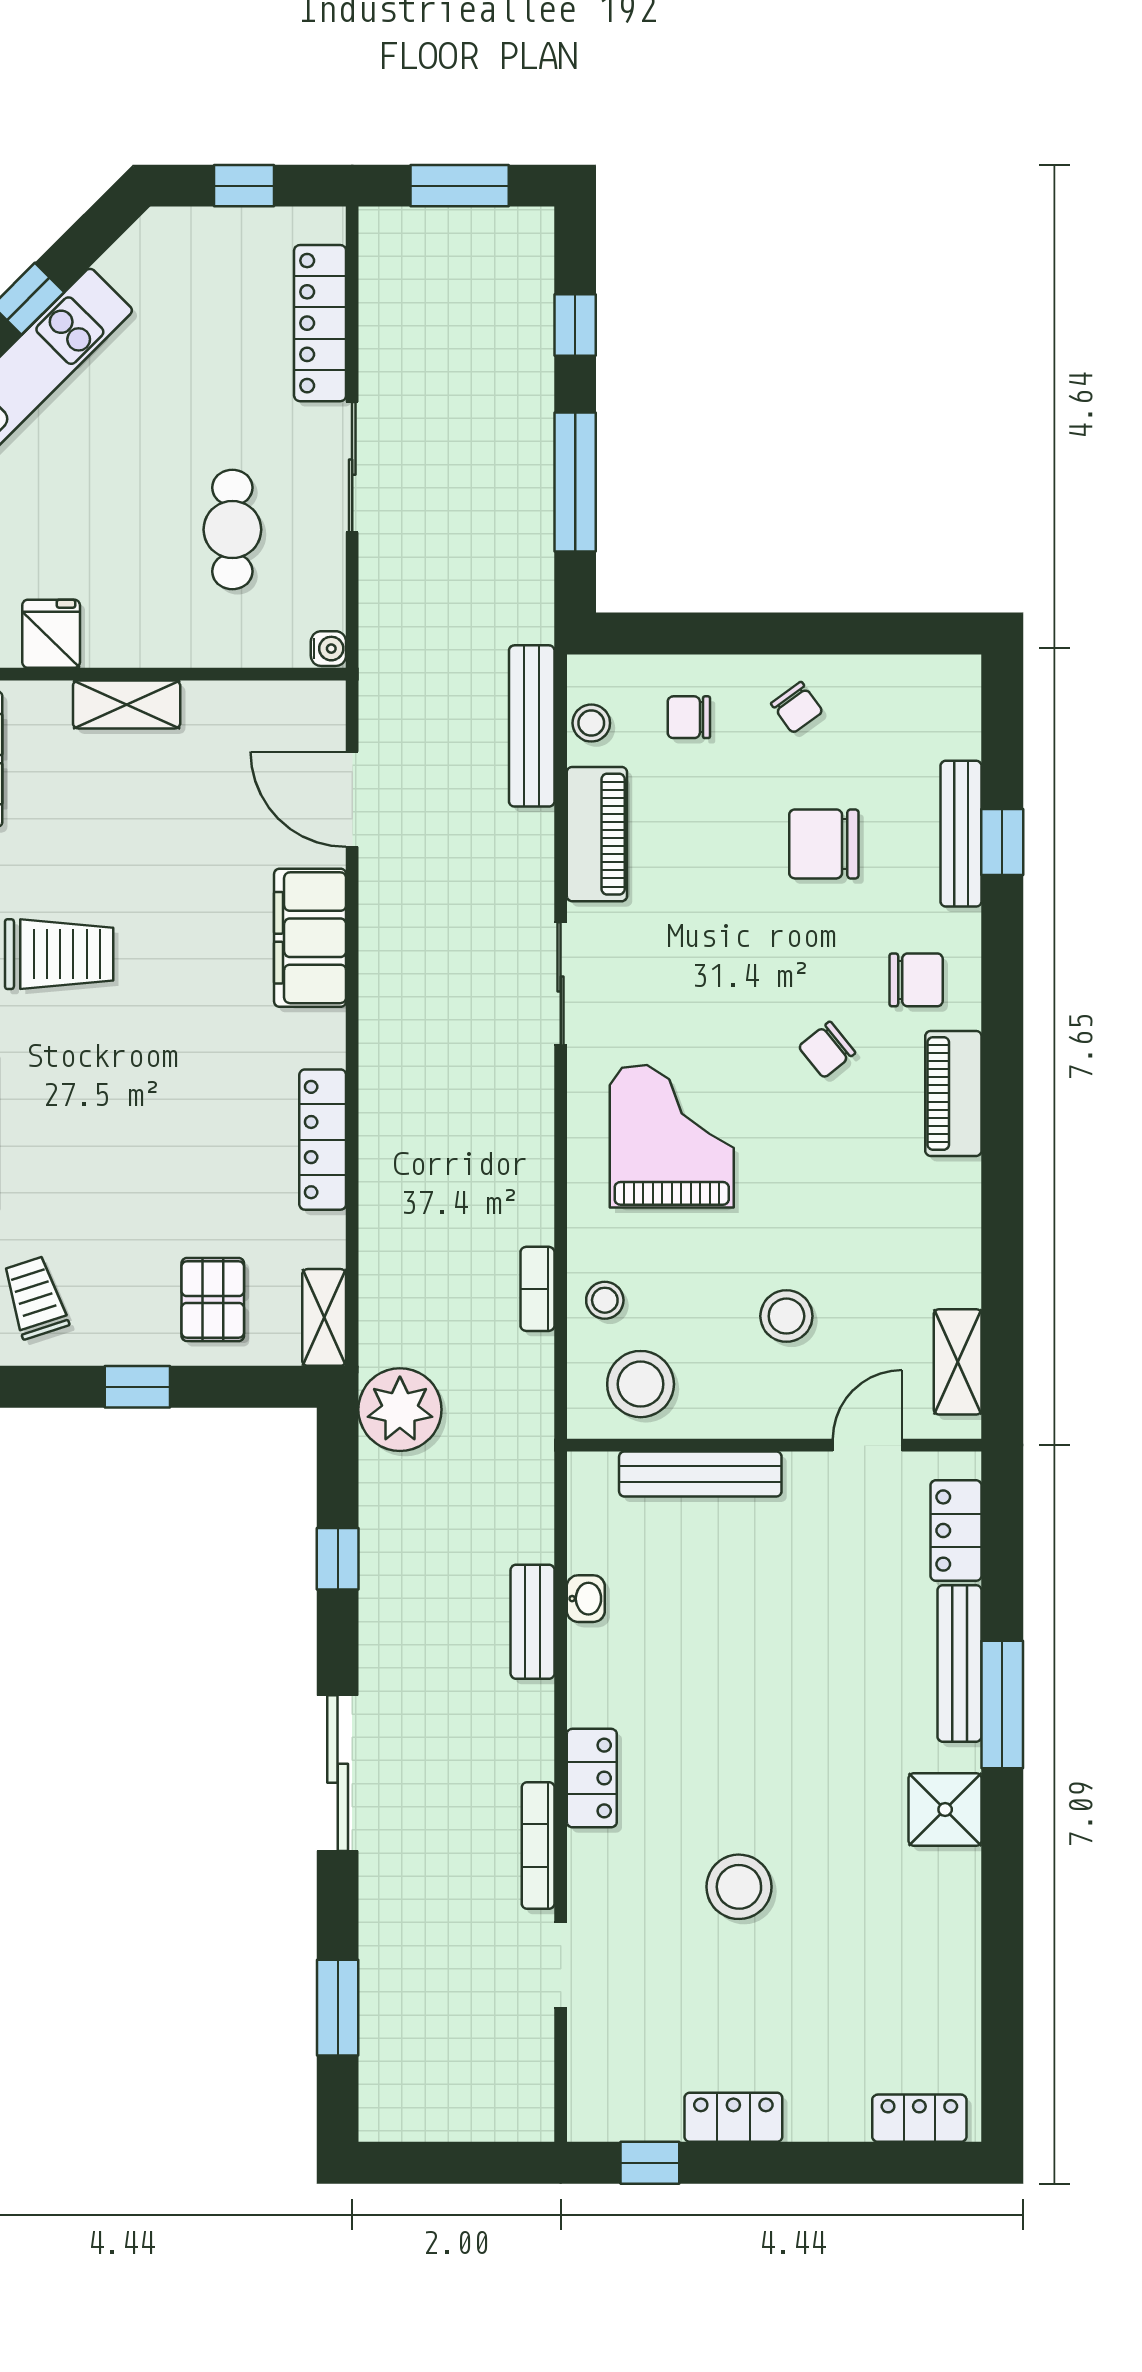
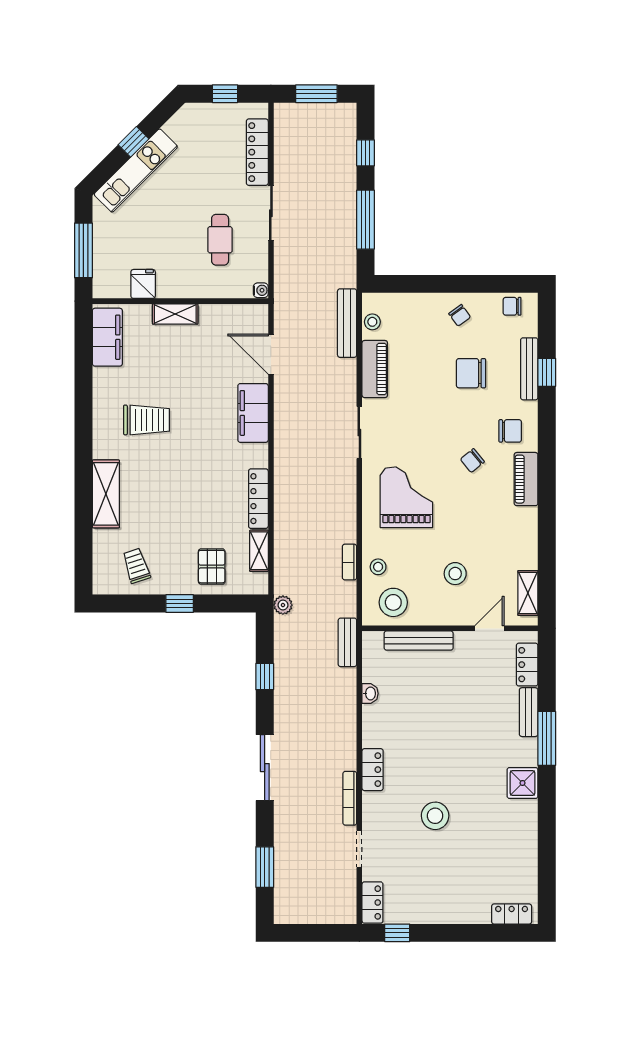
chair: (689, 717) -> (512, 306), moved
shelving: (324, 1317) -> (259, 551), moved
plant: (400, 1410) -> (283, 605), width x0.53, depth x0.53
bench: (533, 1622) -> (347, 642), moved
bench: (959, 1663) -> (529, 712), width x0.73
locker: (733, 2117) -> (372, 903), moved, turned 90

